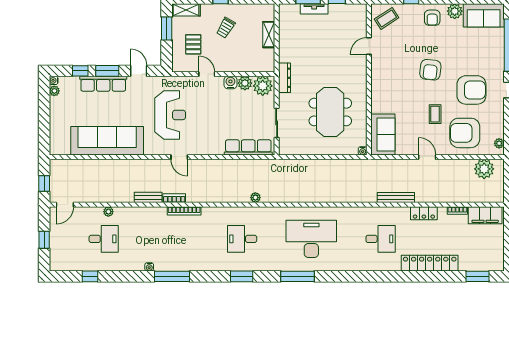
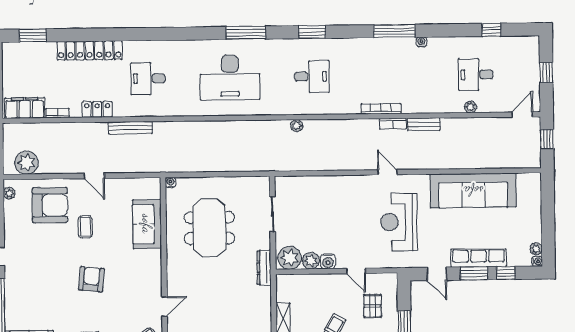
armchair: (471, 90) -> (43, 256), removed
sofa: (383, 134) -> (147, 224), moved
row of seats: (248, 147) -> (306, 185), removed

